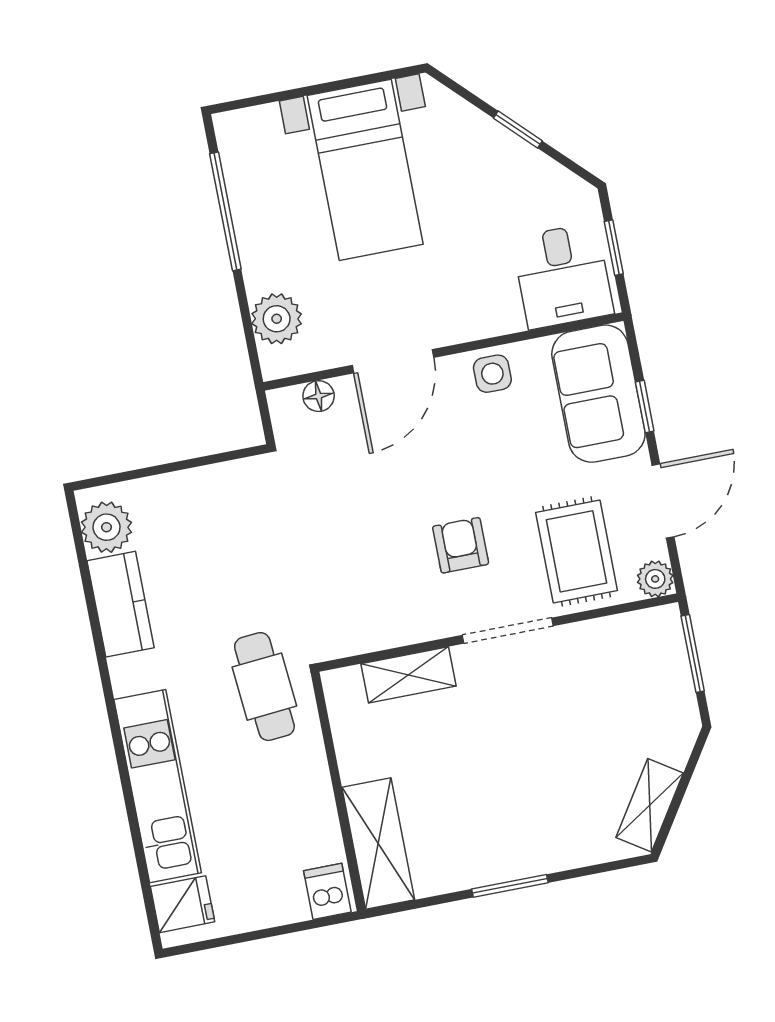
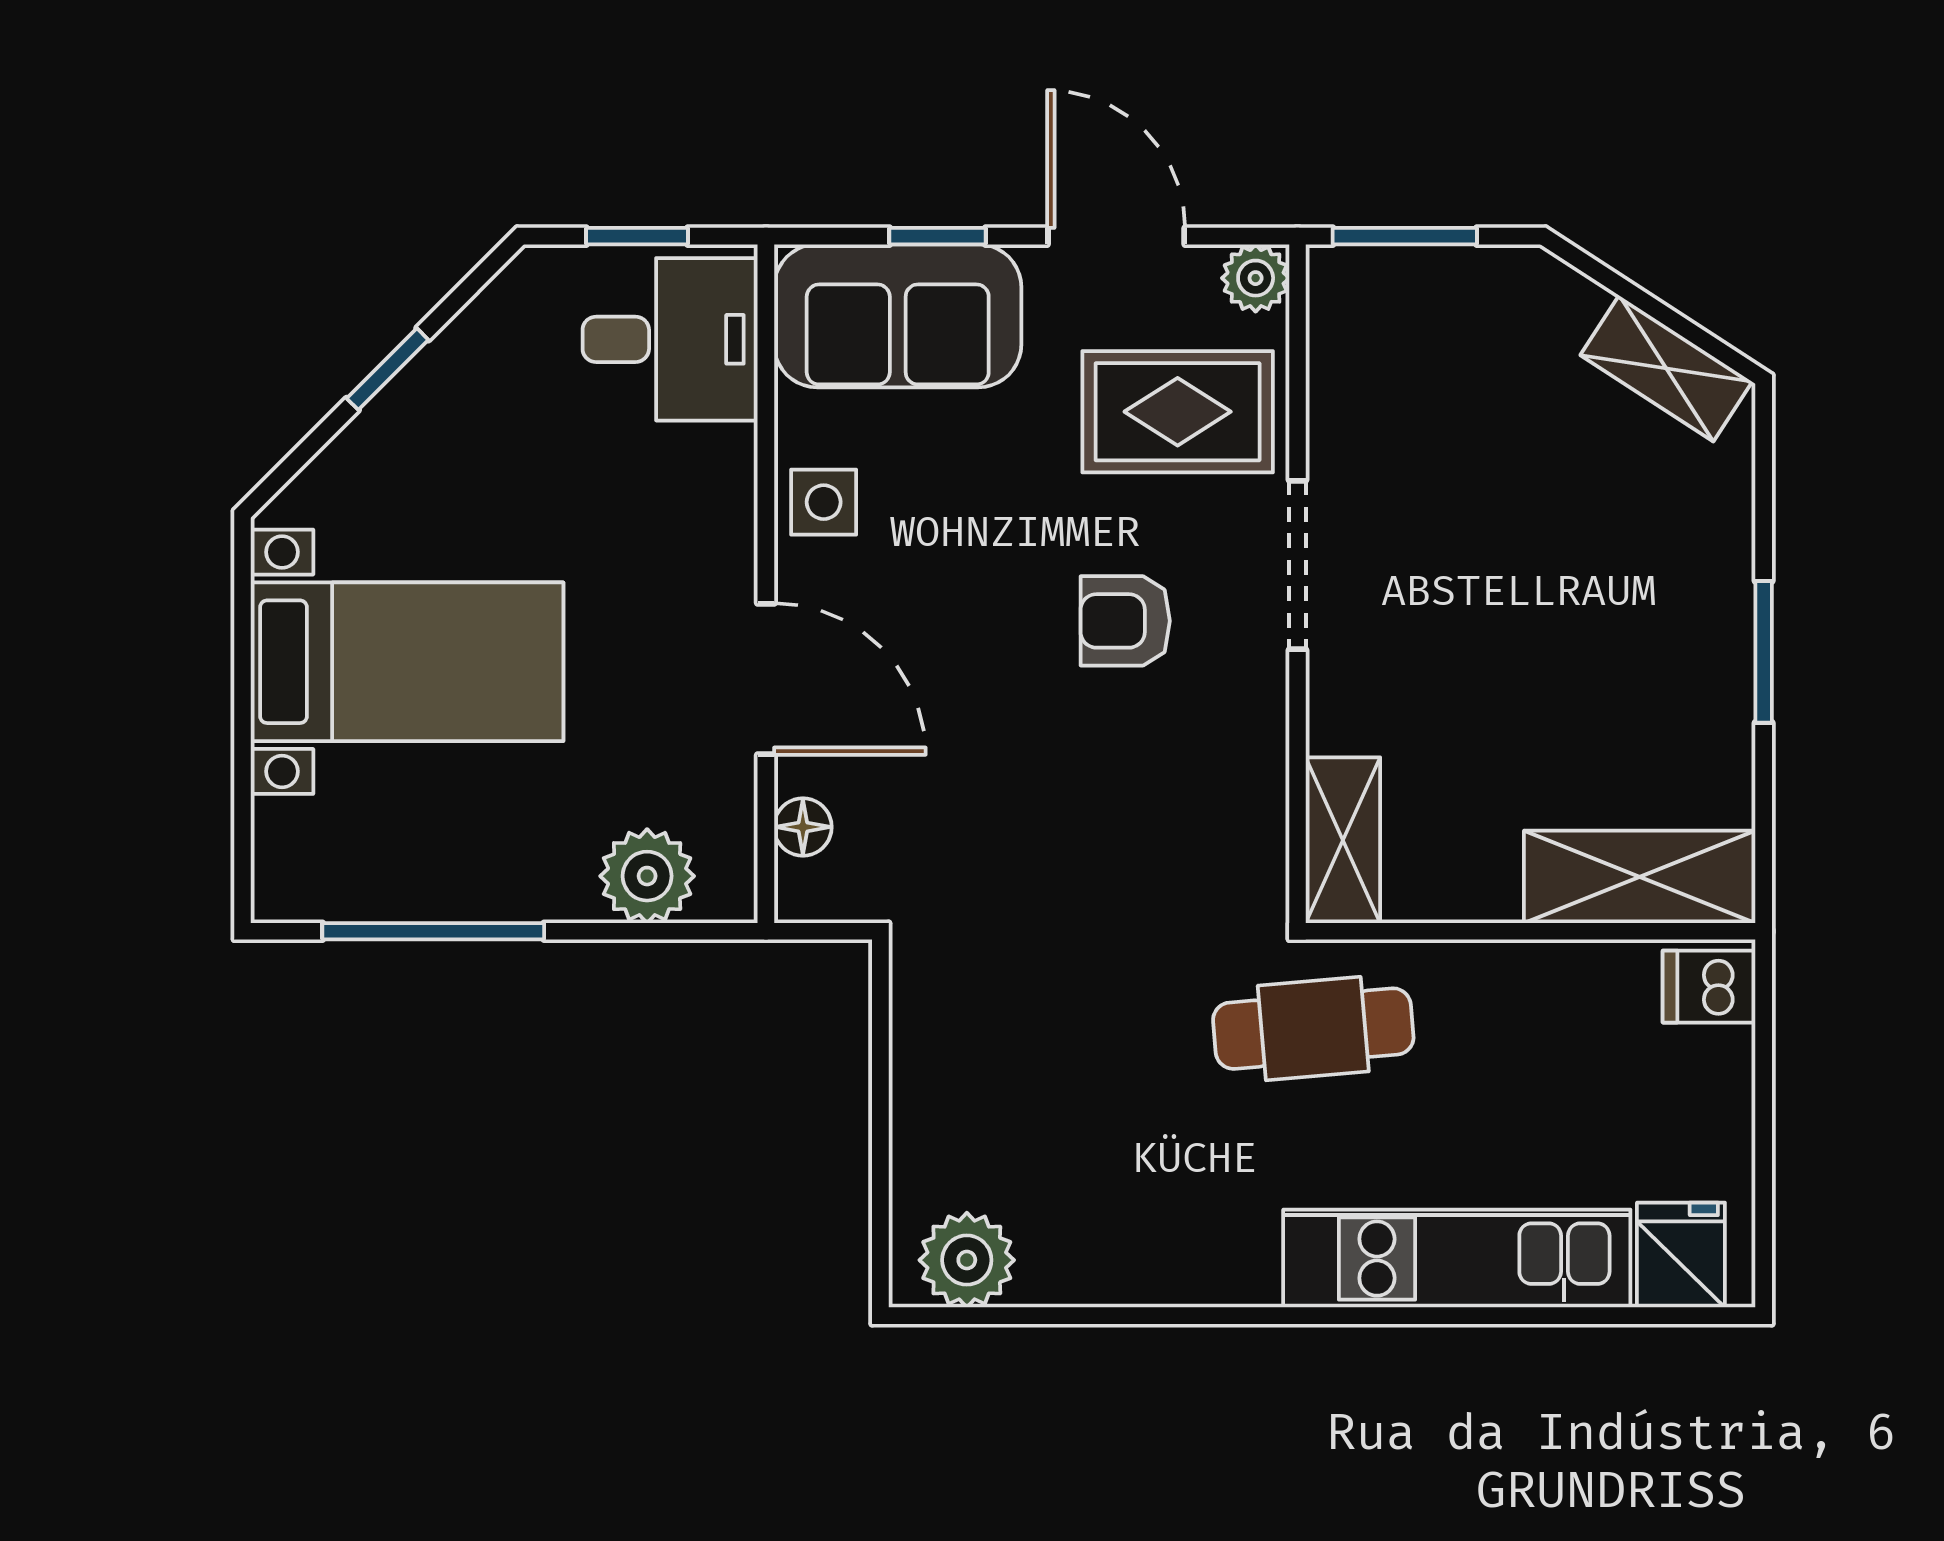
kitchen counter: (121, 604) -> (1112, 1262), removed
shelving: (408, 675) -> (1343, 840), moved

